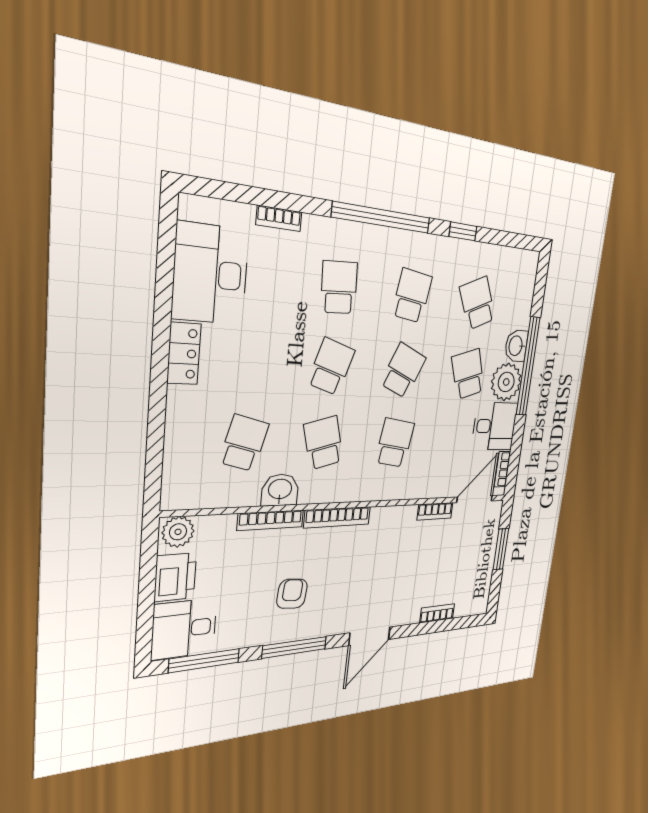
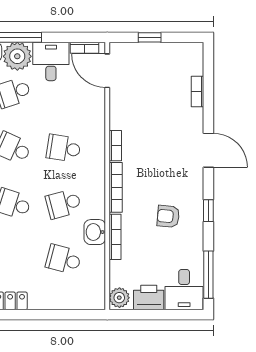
bookcase: (435, 511) -> (115, 146), moved
window: (501, 549) -> (150, 37), width x0.67
window: (294, 647) -> (208, 211), width x0.46

